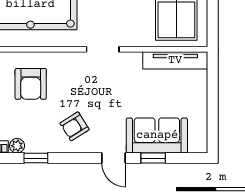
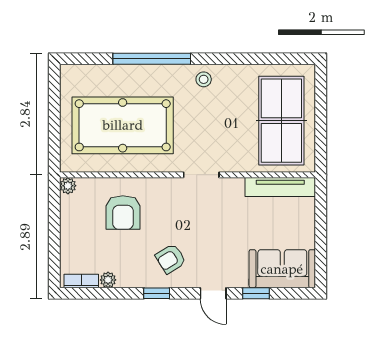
sofa: (157, 135) -> (282, 269), moved
window: (36, 158) -> (157, 293), moved

